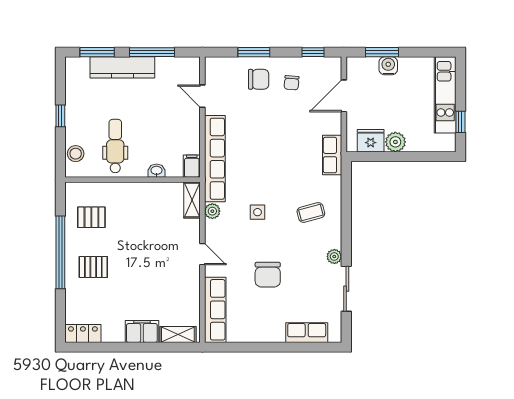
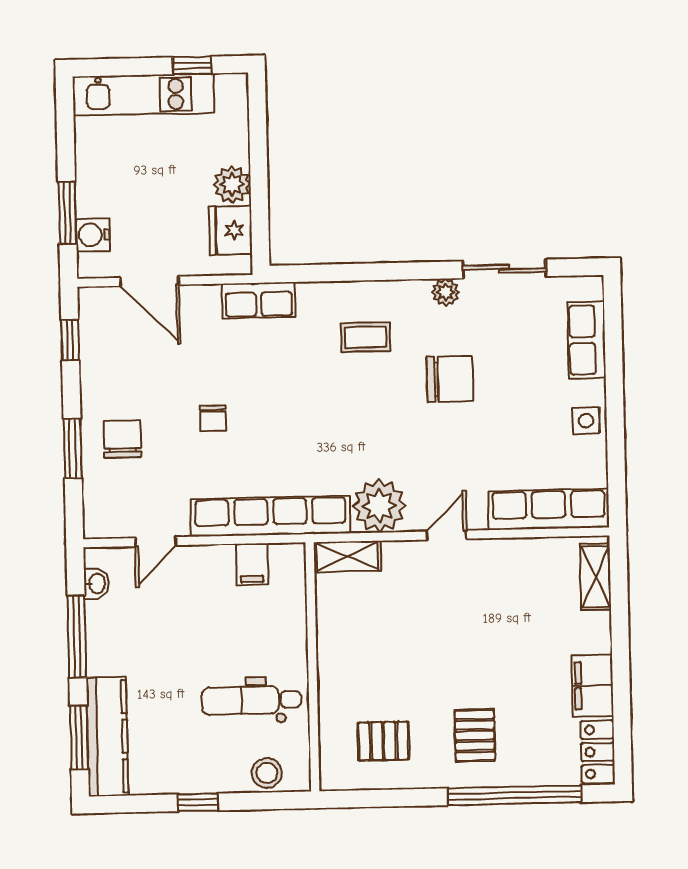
water cooler: (388, 66) -> (93, 235), moved
kitchen counter: (122, 67) -> (107, 737), moved
chair: (292, 83) -> (213, 418), moved, turned 86
filing cabinet: (192, 166) -> (252, 564), moved, turned -90
washbasin: (157, 171) -> (96, 583), moved, turned 180
plant: (212, 211) -> (379, 506), width x1.87, depth x1.87
side table: (258, 212) -> (586, 421), moved
coffee table: (311, 213) -> (366, 337), turned -75
pallet: (91, 217) -> (383, 741), turned 90
window: (60, 252) -> (515, 795), moved
chair: (268, 275) -> (450, 379), moved
filing cabinet: (142, 331) -> (592, 686), moved

